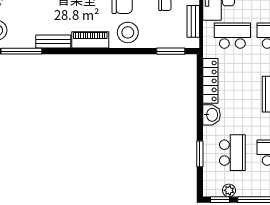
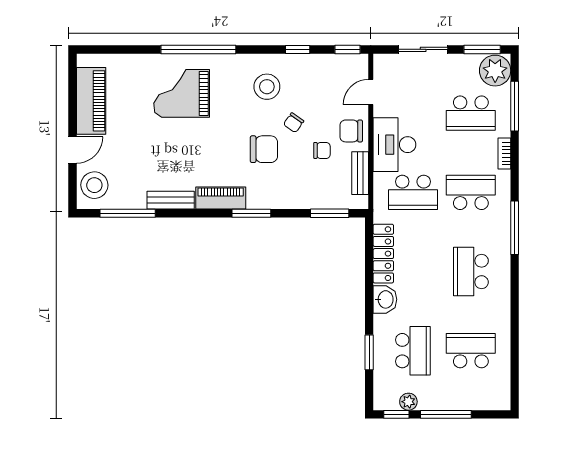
stool: (128, 32) -> (272, 188), removed
school desk: (232, 36) -> (413, 192), turned 180
window: (113, 51) -> (251, 213), added

